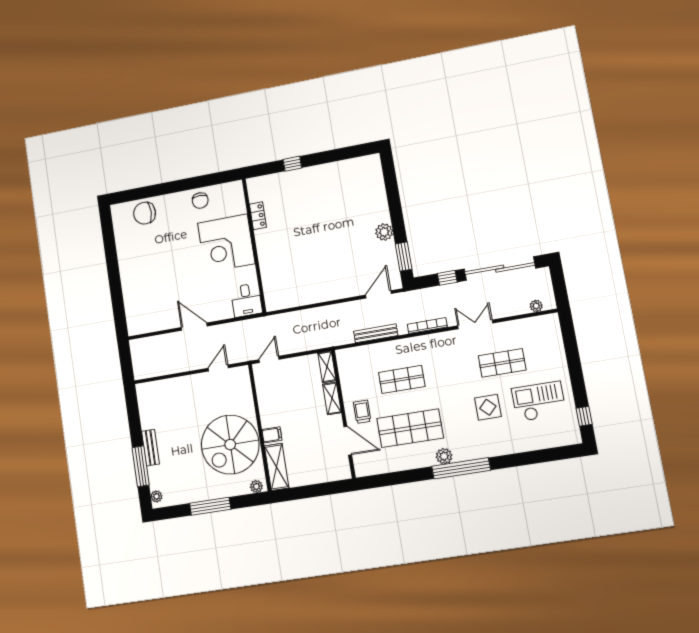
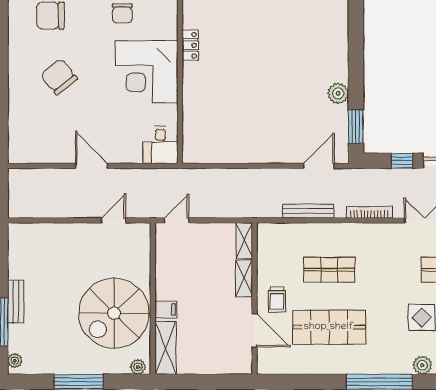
chair: (158, 260) -> (59, 77), added
trolley: (362, 412) -> (277, 300), turned 180
plant: (444, 456) -> (422, 365), moved

